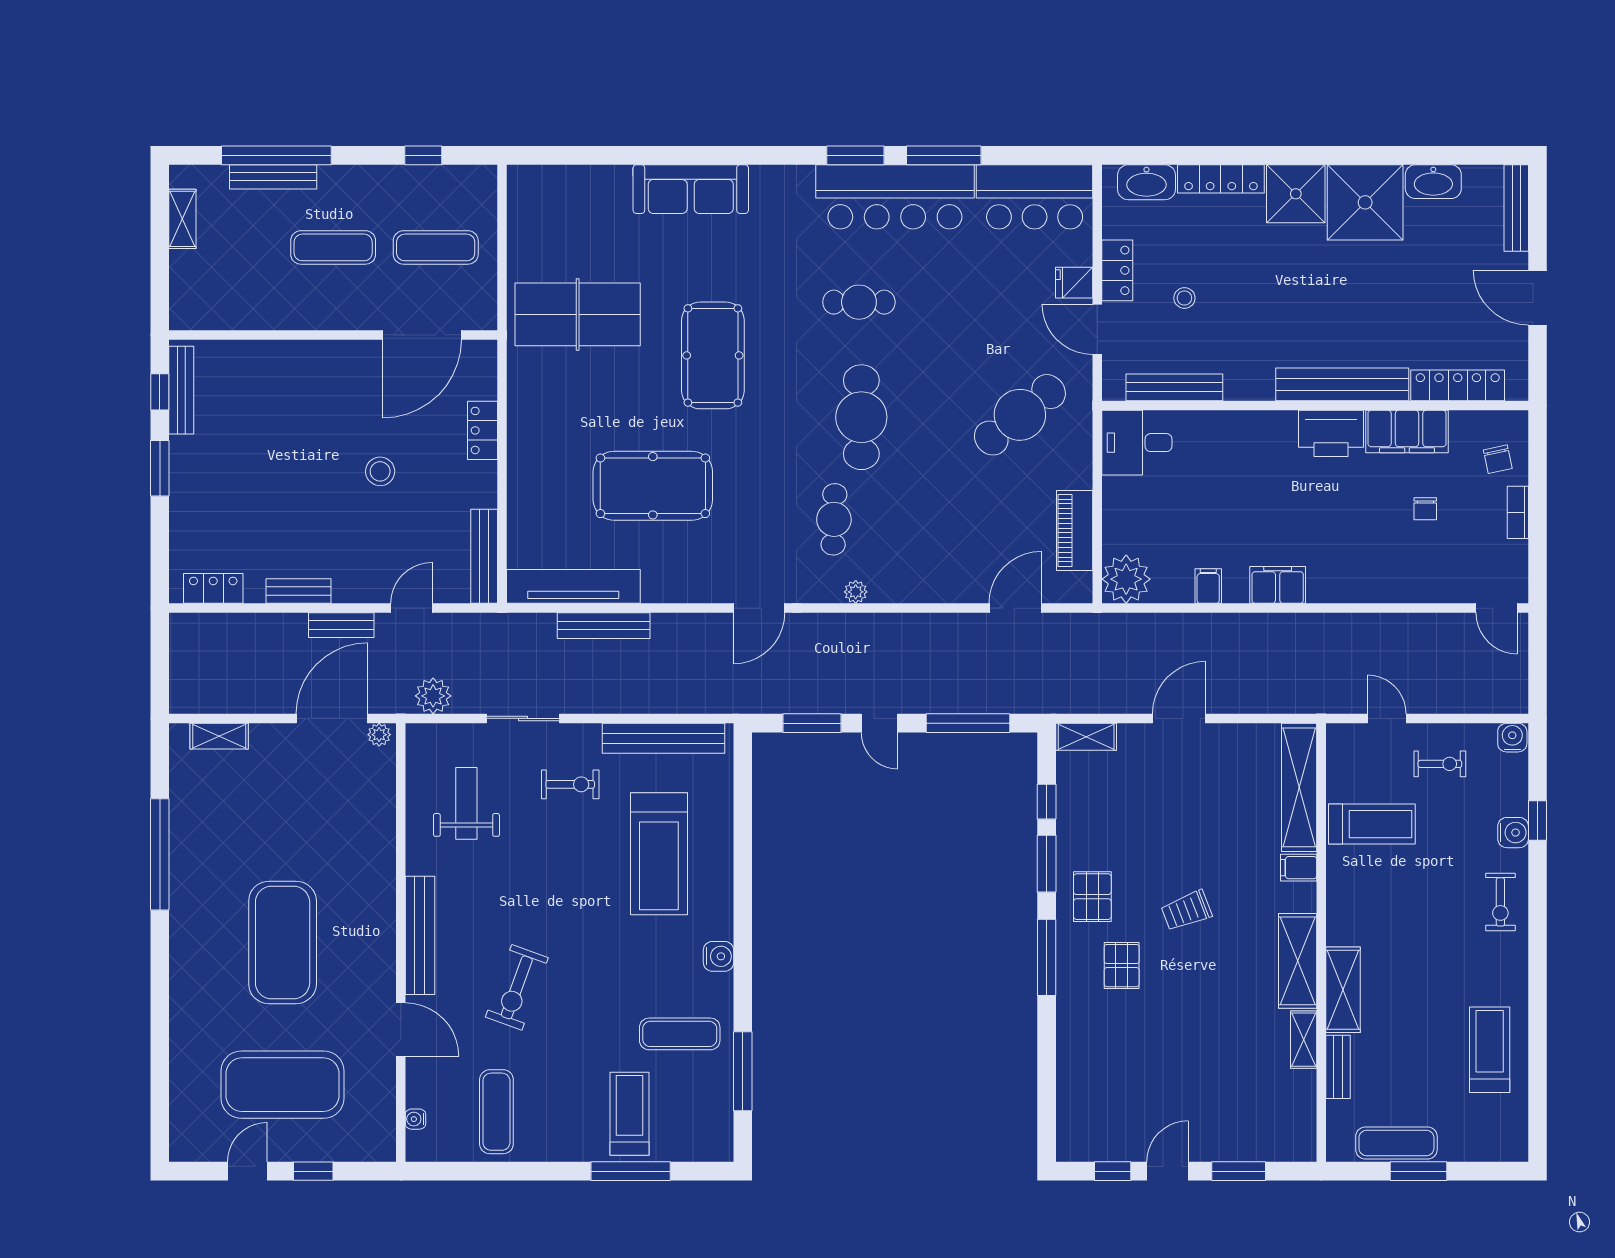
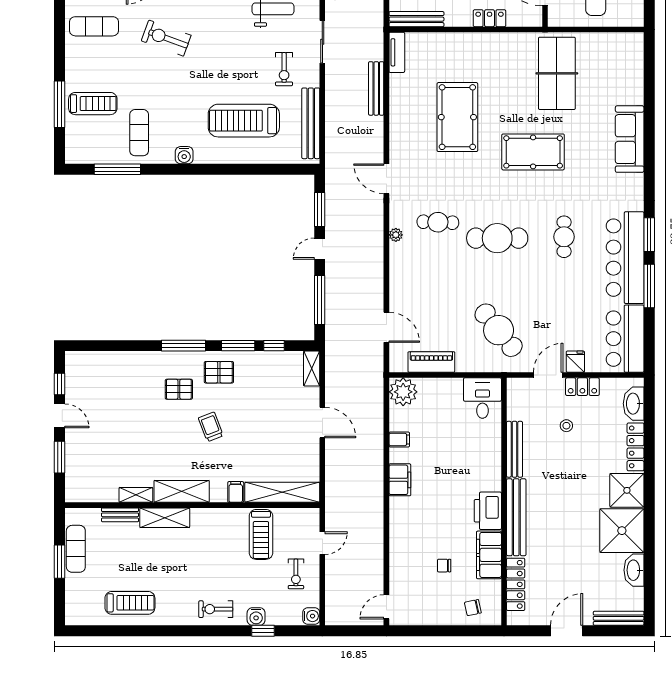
bench: (1174, 387) -> (515, 449), moved
bookcase: (1518, 512) -> (442, 619), removed
tv unit: (573, 586) -> (397, 52), width x0.52, depth x0.78

